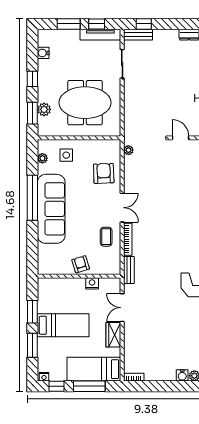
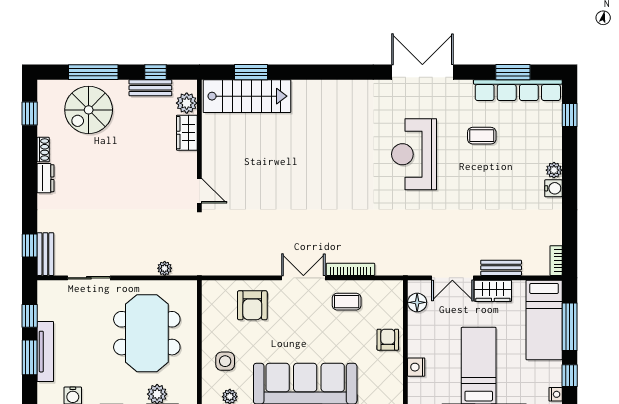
tv unit: (100, 35) -> (45, 352), moved
door: (181, 138) -> (199, 191), swing flipped
plant: (128, 150) -> (165, 268), moved
armchair: (104, 173) -> (252, 305), turned -88
armchair: (81, 264) -> (388, 340), turned 107
bench: (129, 270) -> (501, 268), moved
nightstand: (92, 283) -> (416, 367), moved
floor lamp: (106, 284) -> (417, 302), added

